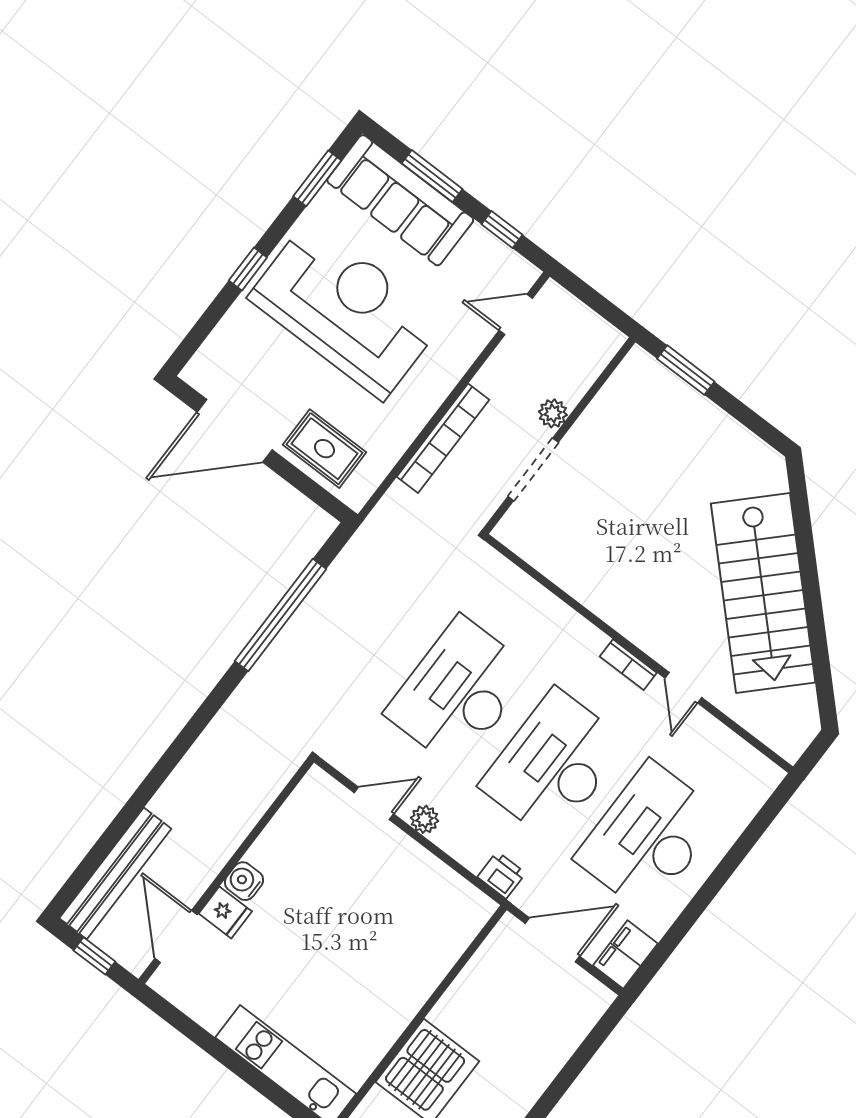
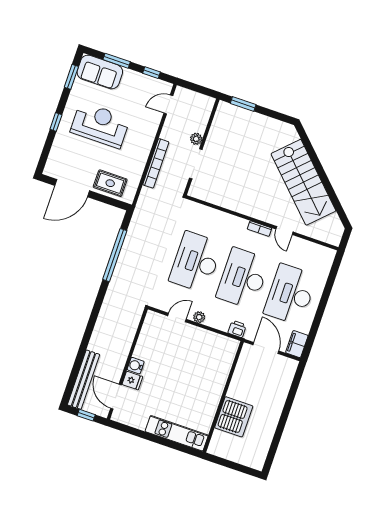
sofa: (400, 200) -> (100, 72), width x0.73
reception desk: (346, 309) -> (100, 125), width x0.74, depth x0.77
door: (552, 940) -> (266, 348), hinge flipped

